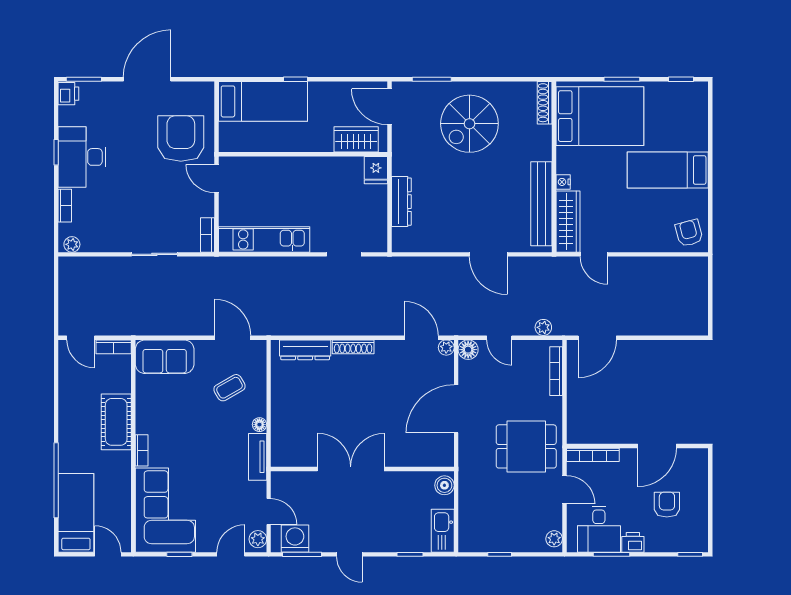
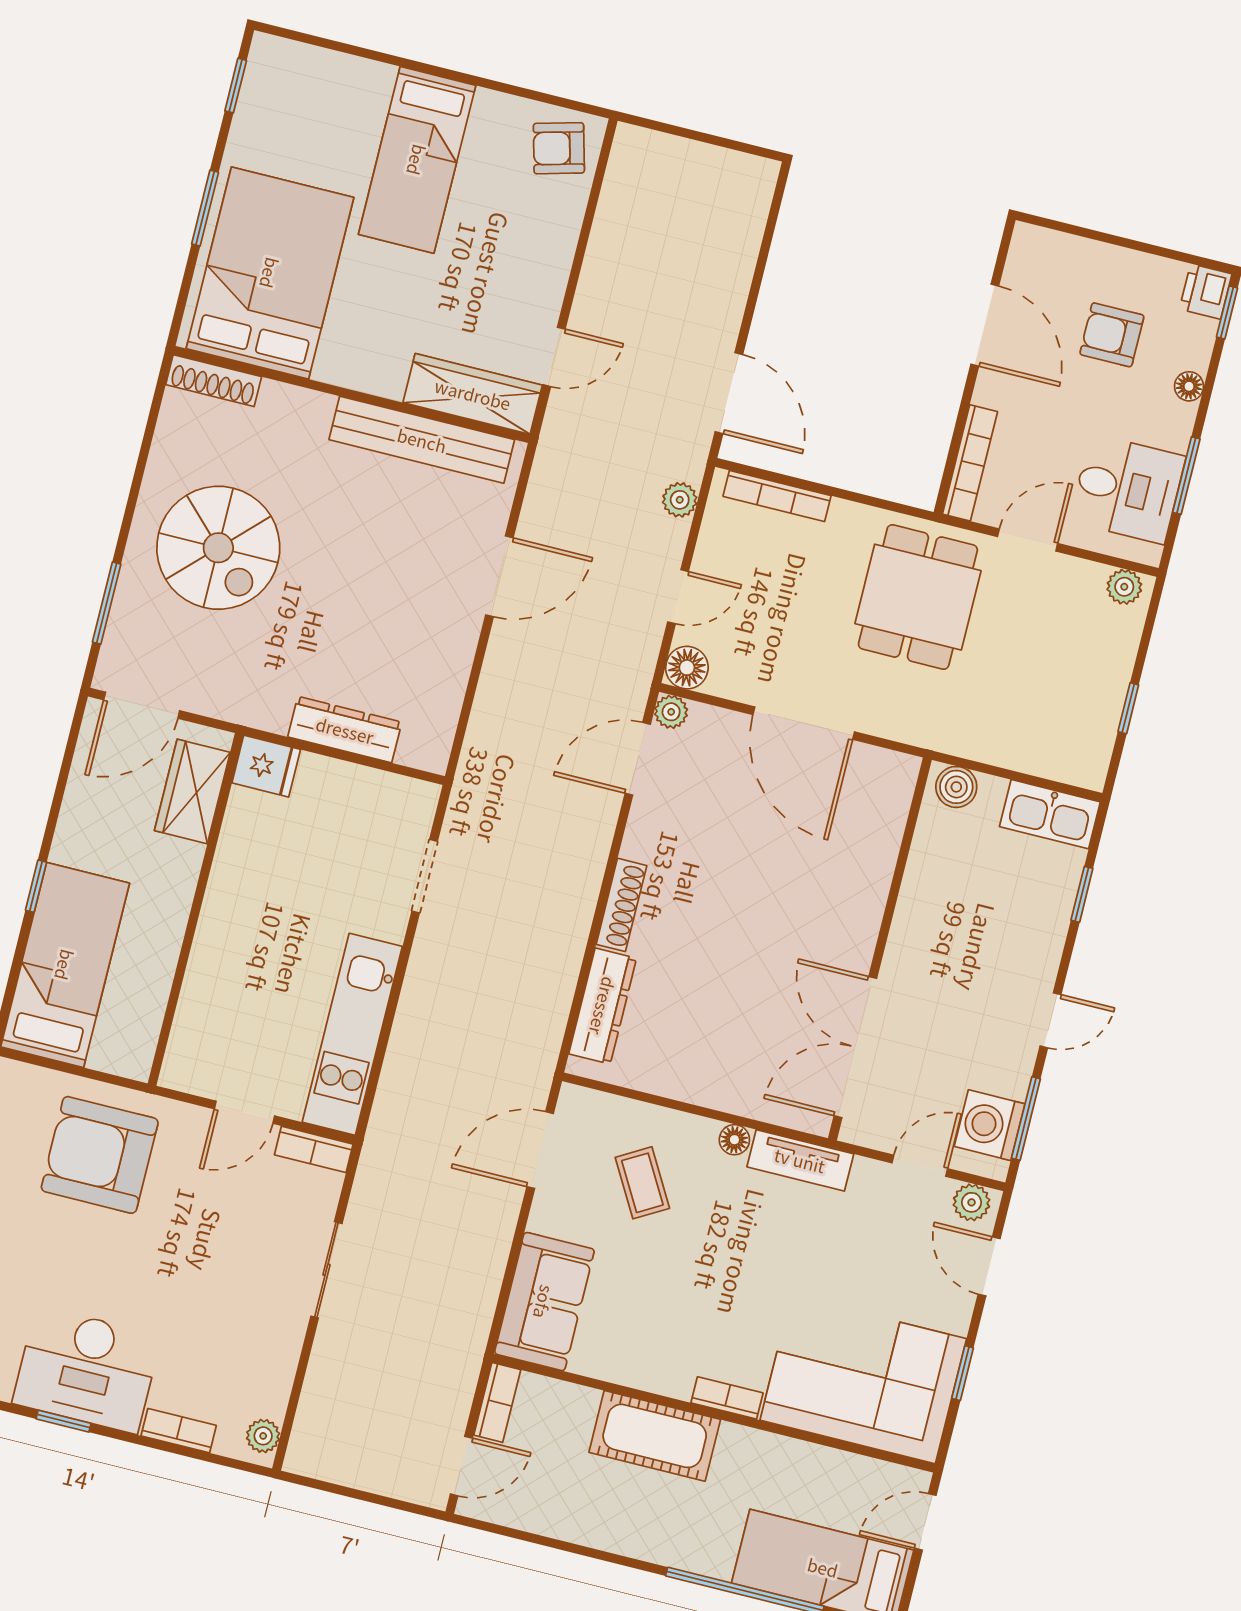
door: (217, 178) -> (245, 1112), moved
nightstand: (563, 182) -> (388, 383), removed
double door: (351, 469) -> (855, 1047), moved
printer: (633, 542) -> (1206, 291), moved
floor lamp: (652, 545) -> (1189, 386), added

